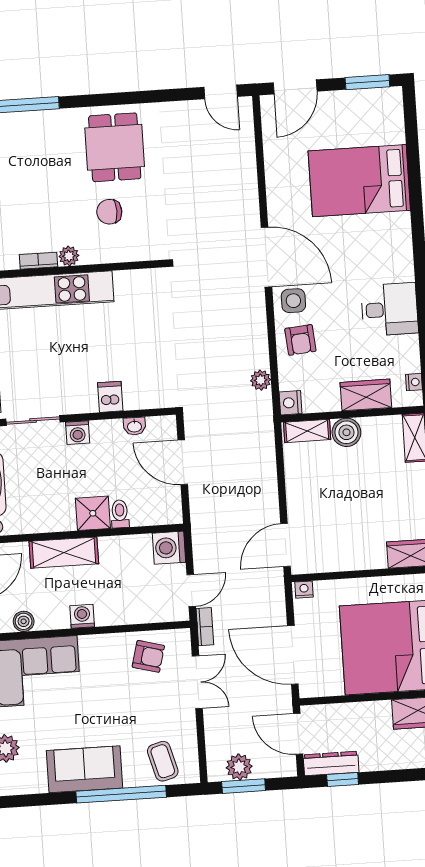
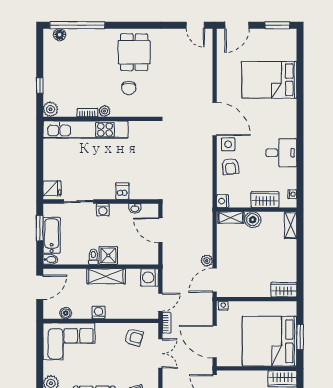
chair: (109, 212) -> (129, 88), turned -90
plant: (261, 380) -> (207, 261), moved
toilet: (120, 514) -> (93, 257), moved
shelving: (64, 553) -> (106, 276), moved

